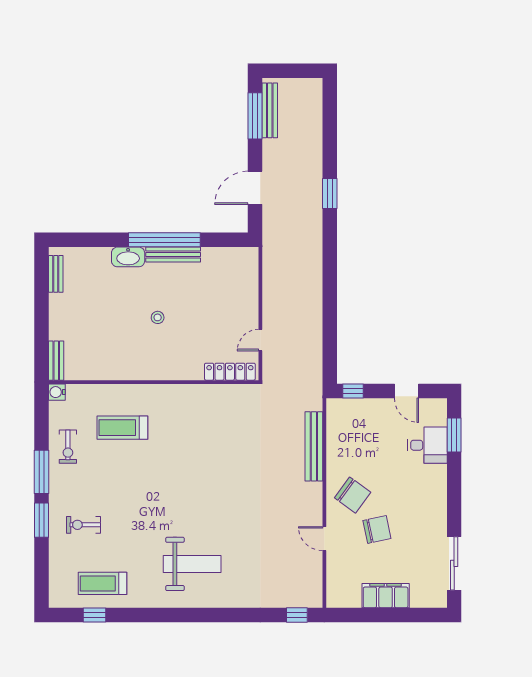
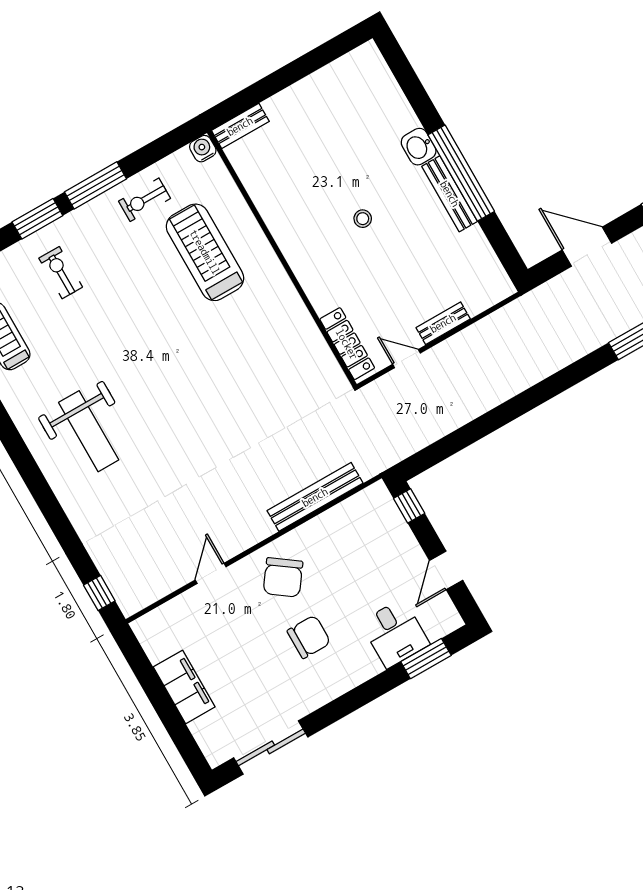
washbasin: (128, 257) -> (419, 147), width x0.72
bench: (56, 274) -> (443, 323), moved
treadmill: (122, 428) -> (205, 252), width x1.37, depth x1.38
chair: (377, 529) -> (309, 637), moved, turned -78

